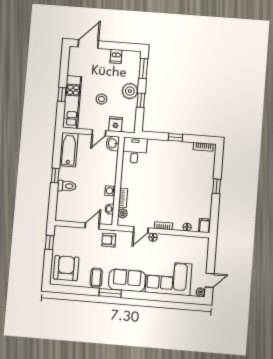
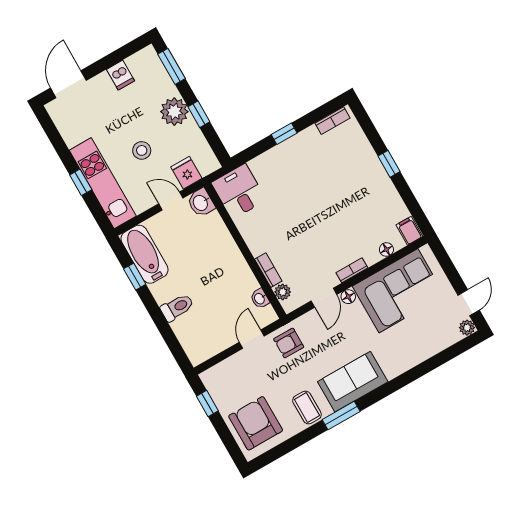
door: (99, 133) -> (171, 201), swing flipped
window: (55, 176) -> (135, 277), moved
washing machine: (110, 191) -> (243, 272), removed
corner sofa: (168, 278) -> (399, 291), moved, turned 180

